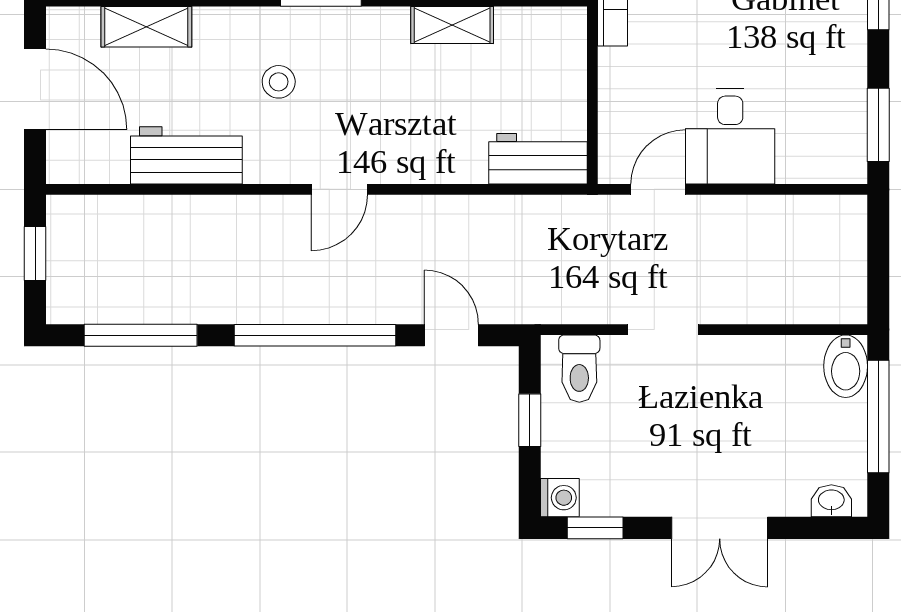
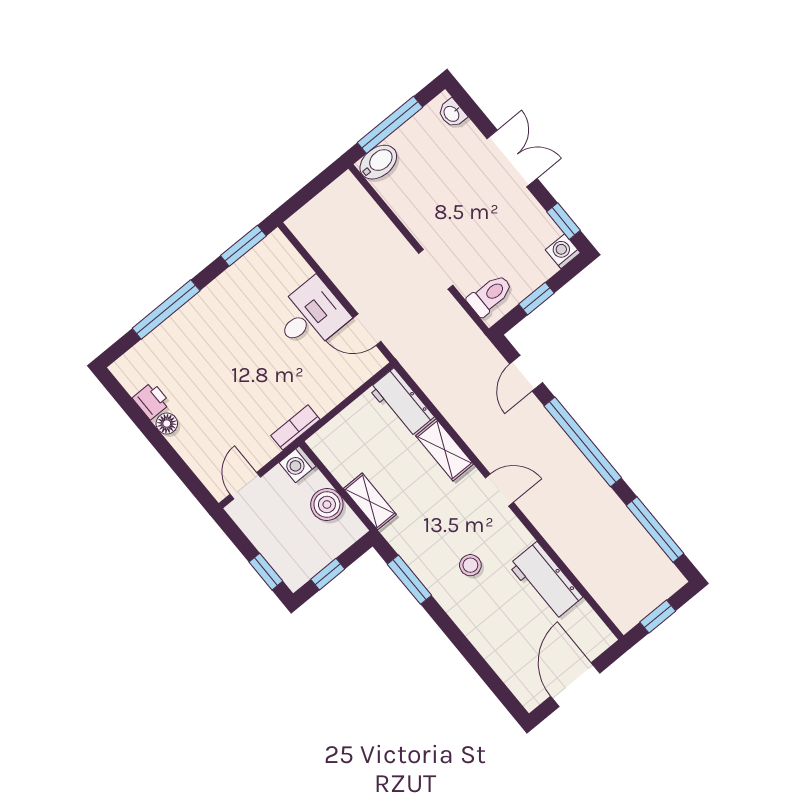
shelving: (146, 27) -> (445, 450), moved

